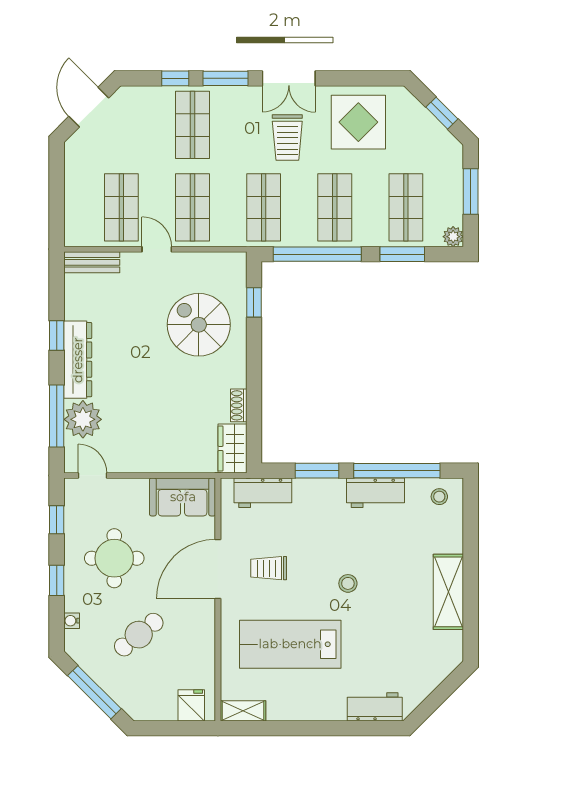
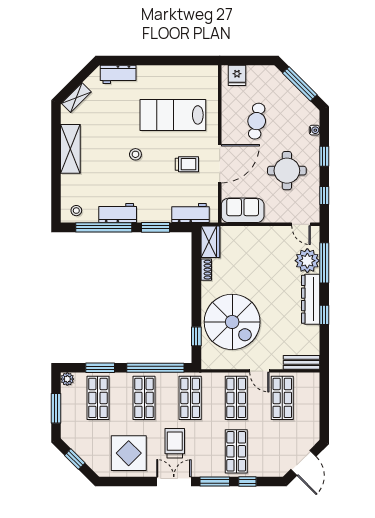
spiral stairs: (199, 325) -> (232, 322), width x1.37, depth x1.37
cafe table: (139, 635) -> (257, 121), moved, turned -42
lab bench: (290, 644) -> (173, 115), turned 180
shelving: (243, 711) -> (76, 98), moved, turned -45

